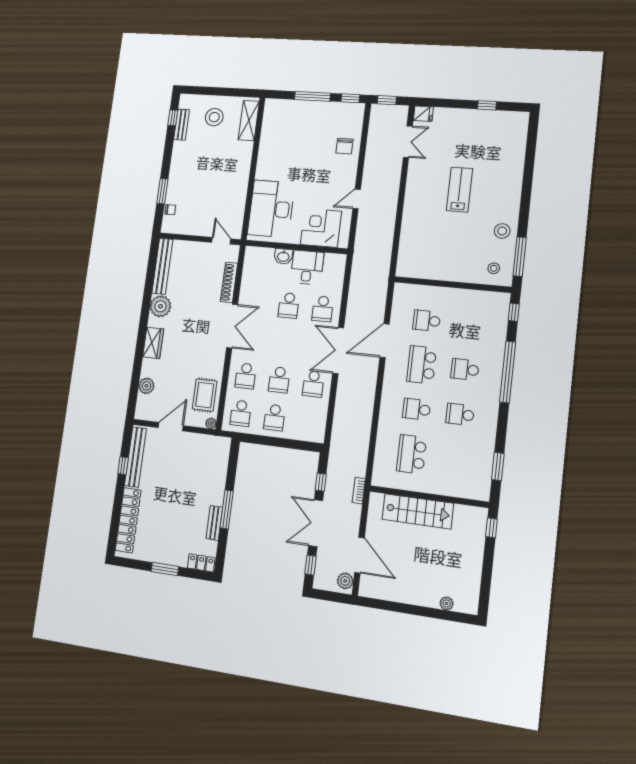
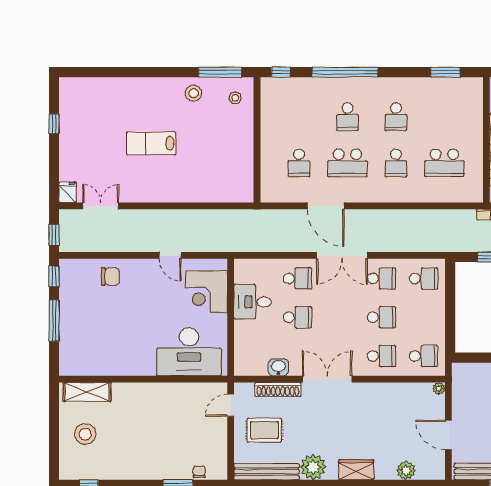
bench: (182, 125) -> (97, 473), removed
washbasin: (283, 256) -> (278, 367), moved, turned -90
rug: (205, 395) -> (264, 430), moved
school desk: (274, 417) -> (424, 278), moved

